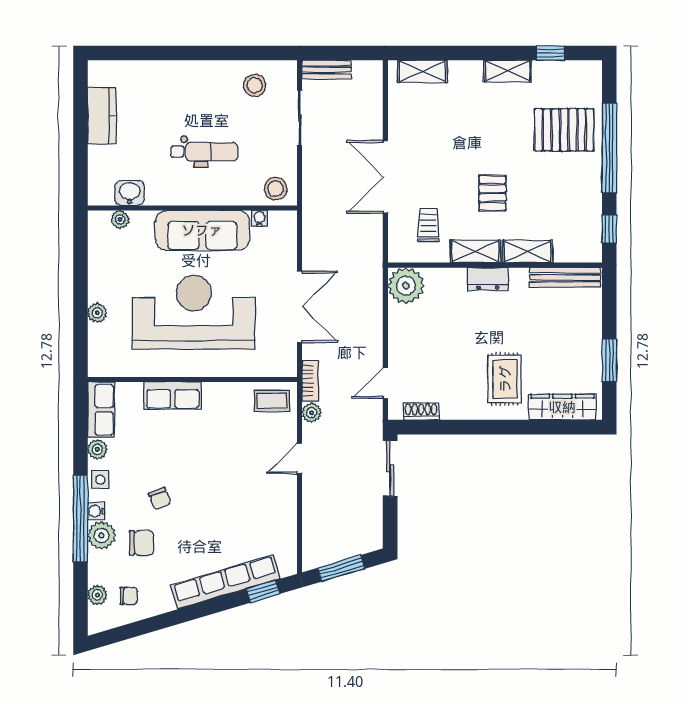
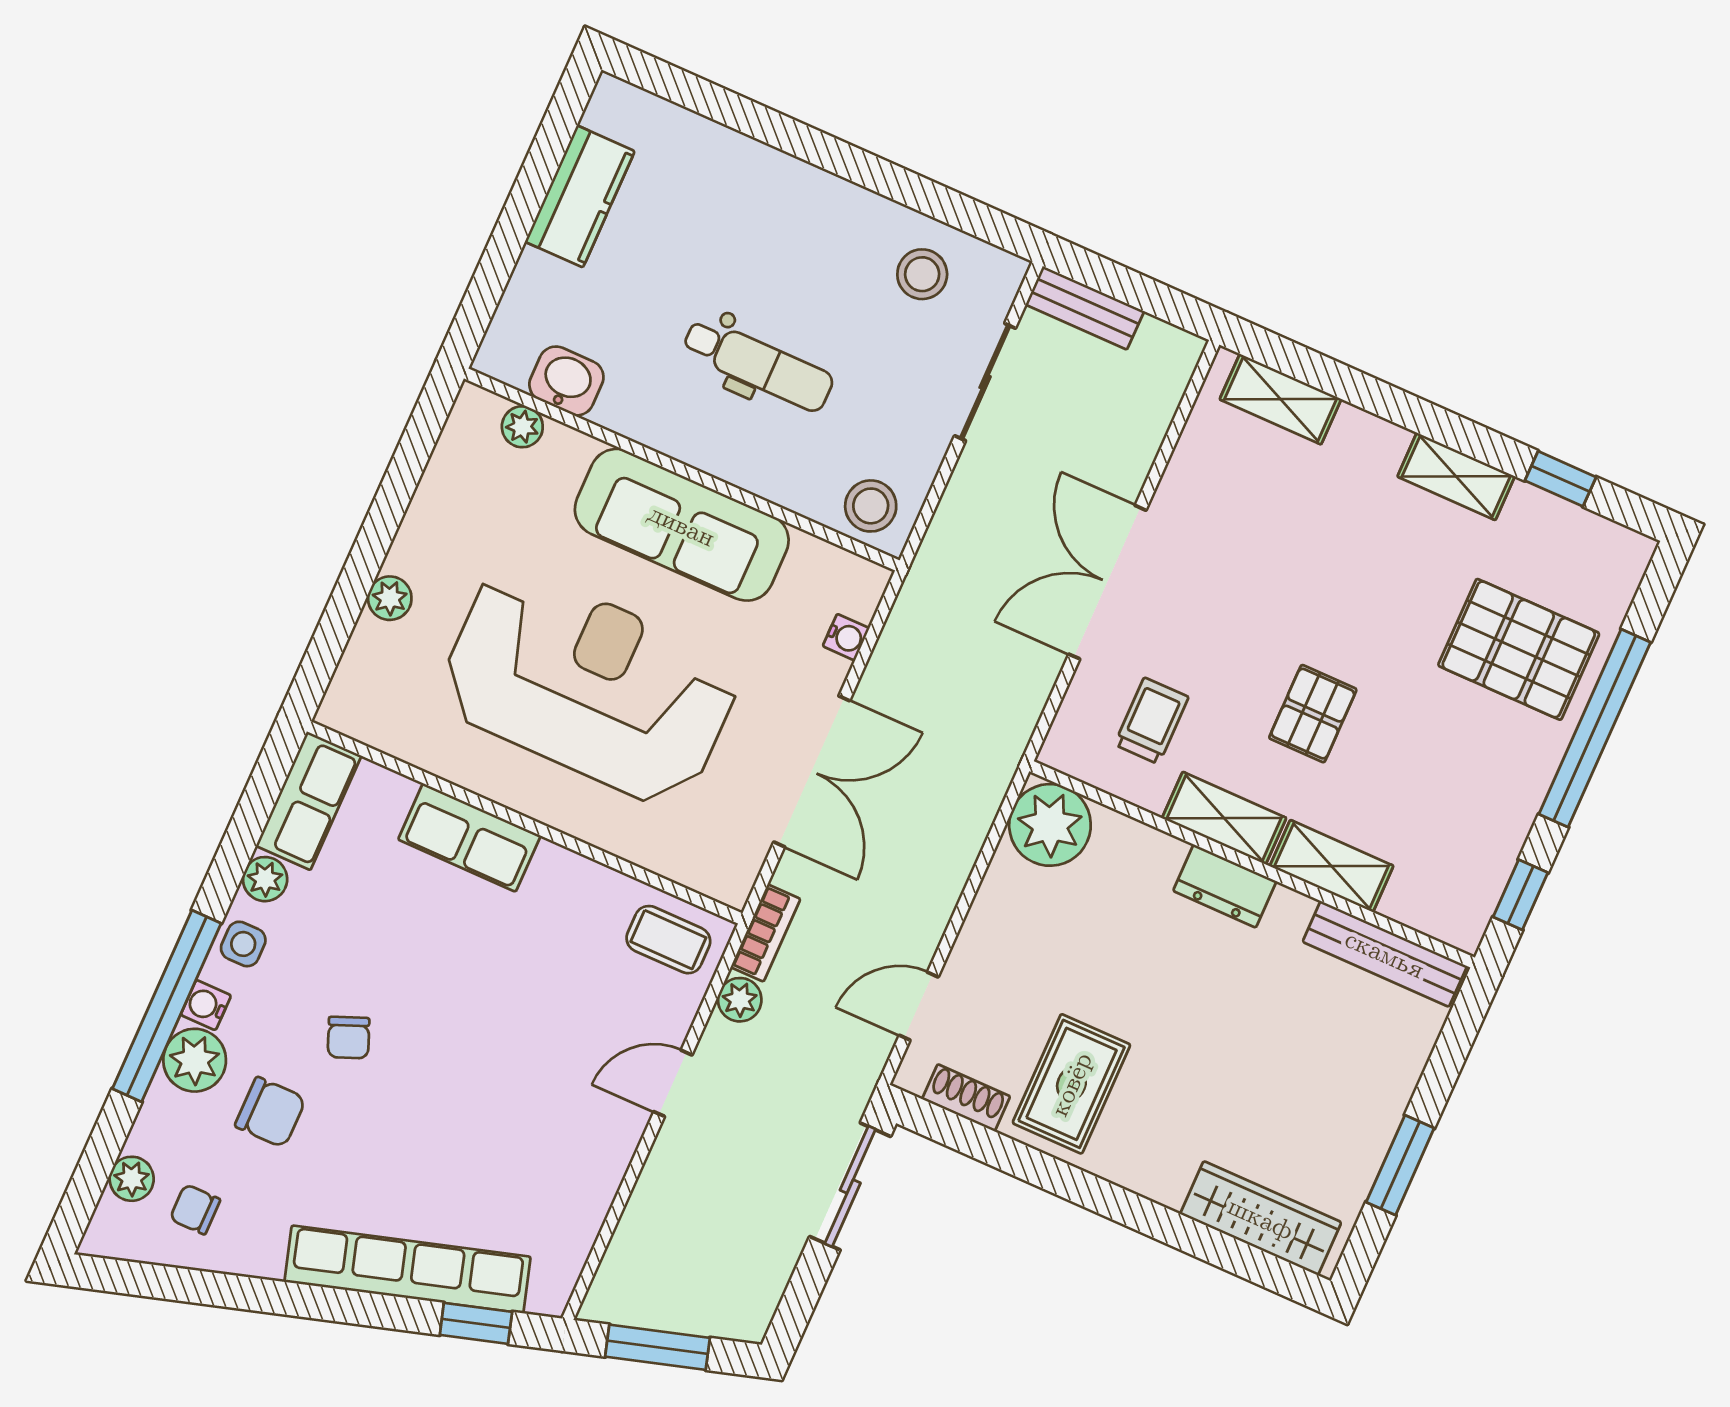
water cooler: (259, 218) -> (846, 637), moved, turned 90
rug: (505, 379) -> (1071, 1084), moved
chair: (129, 596) -> (195, 1209), turned 180

